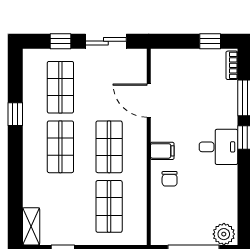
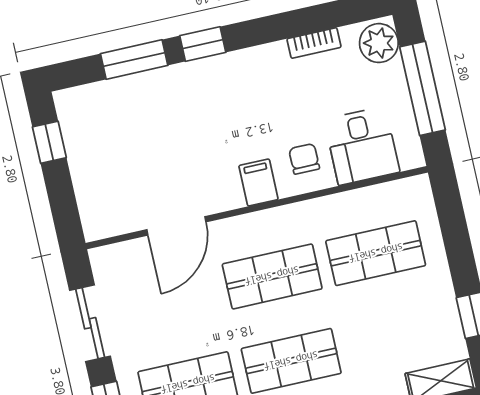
bookcase: (232, 65) -> (314, 43), moved
desk: (218, 147) -> (362, 146), moved, turned 180
chair: (170, 179) -> (304, 159), turned -90

